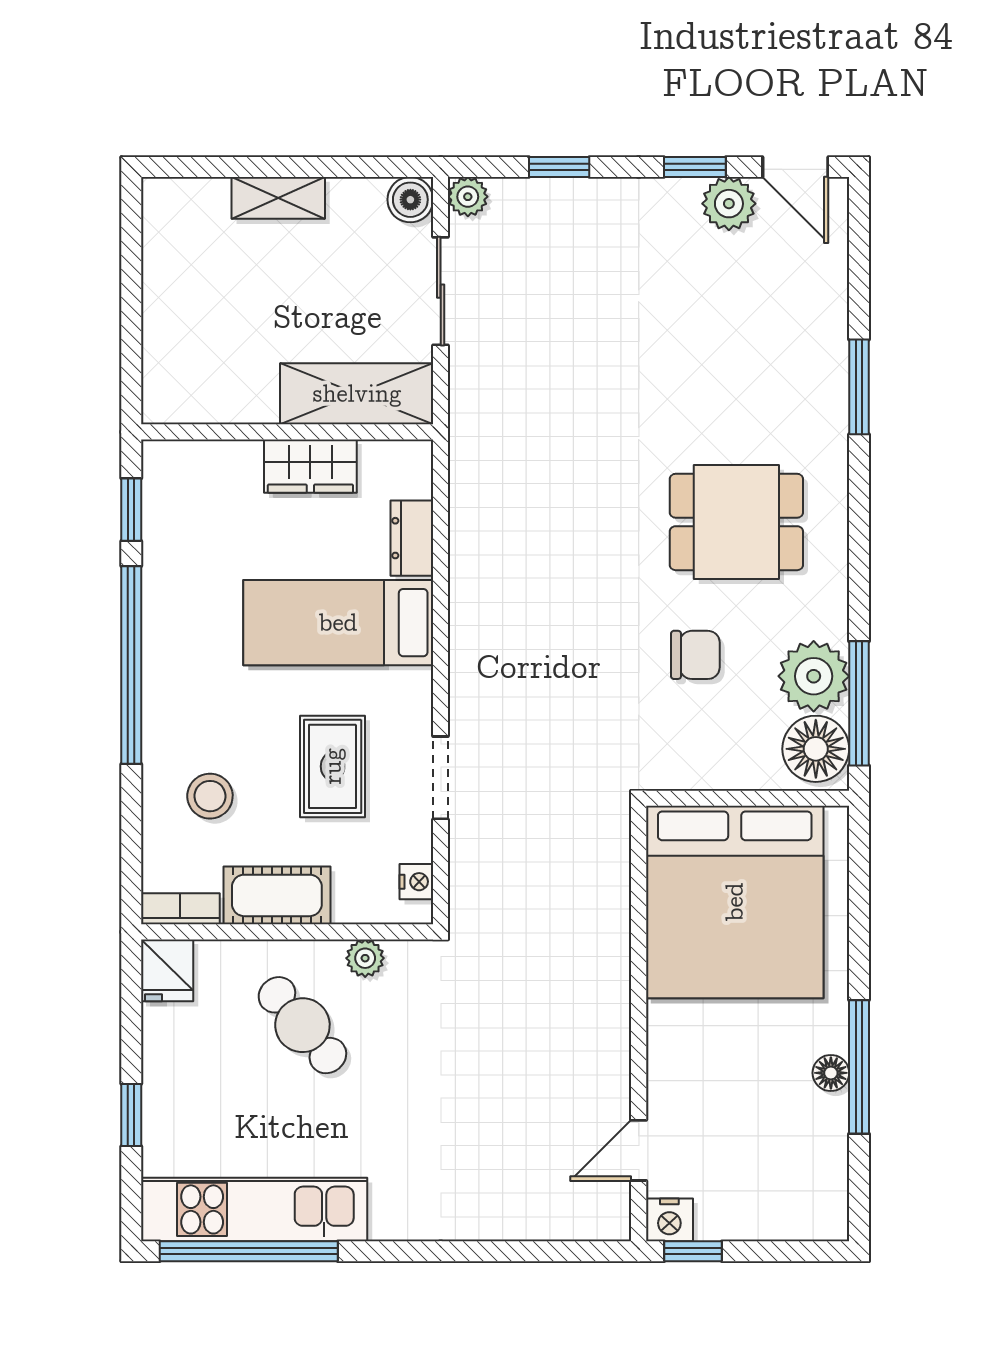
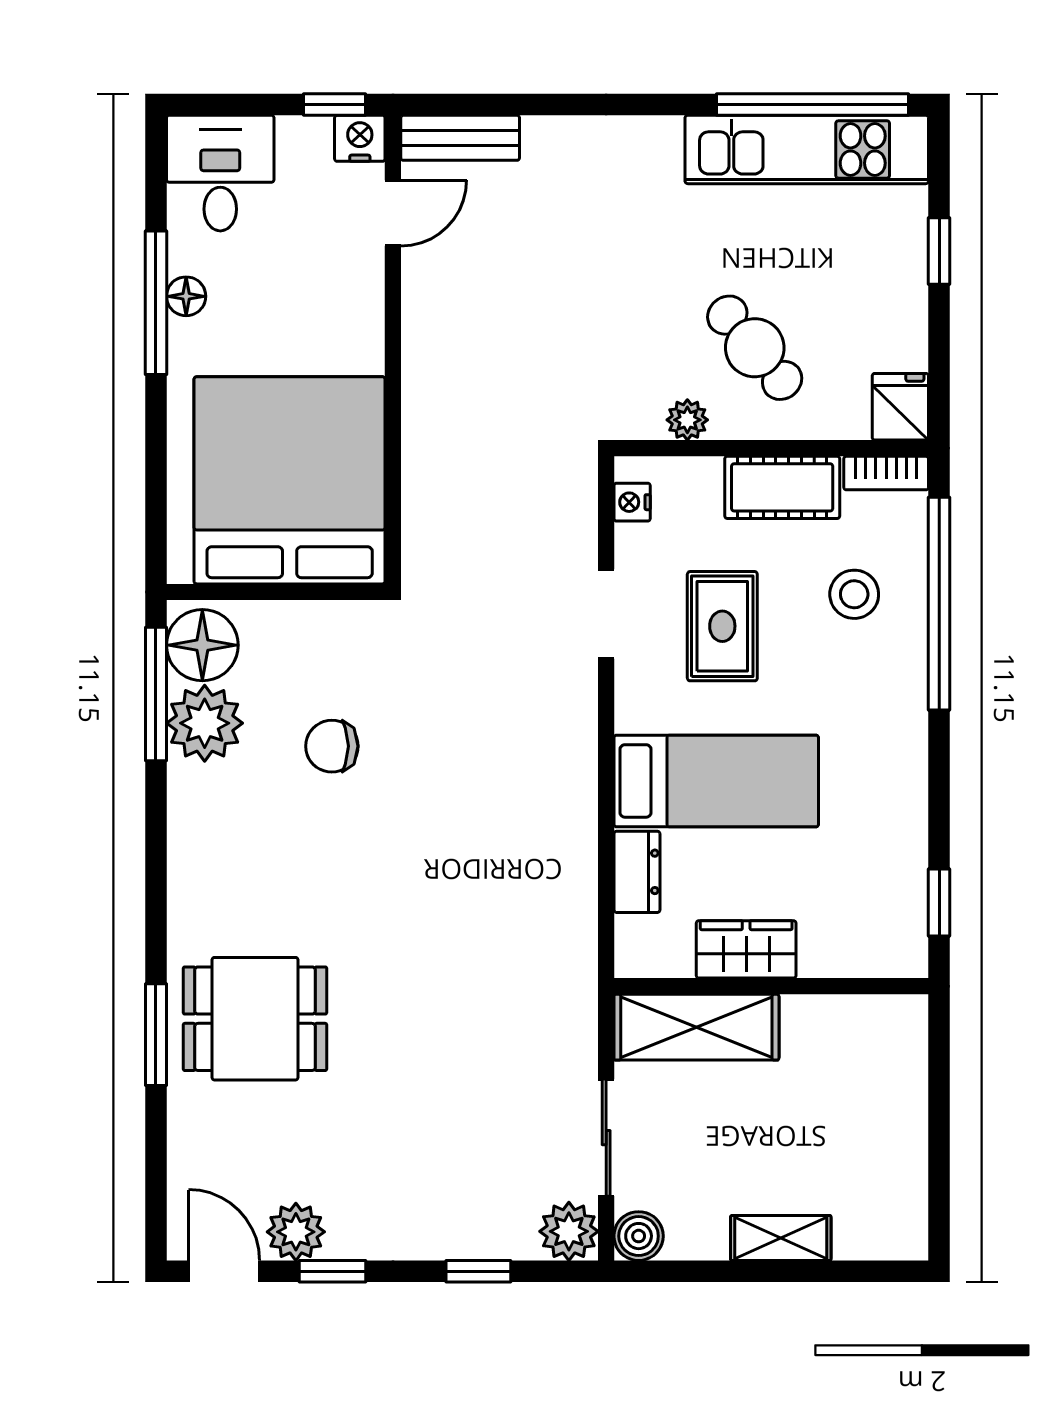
plant: (468, 197) -> (569, 1231), width x1.38, depth x1.38
dining table: (736, 522) -> (255, 1019), moved
window: (131, 665) -> (939, 604), moved
desk: (799, 1187) -> (220, 173), added
bench: (576, 1220) -> (460, 138), added

